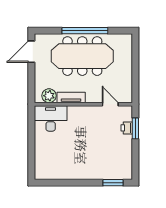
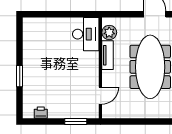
printer: (127, 128) -> (41, 113), moved
window: (113, 183) -> (20, 76), moved

